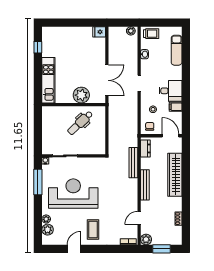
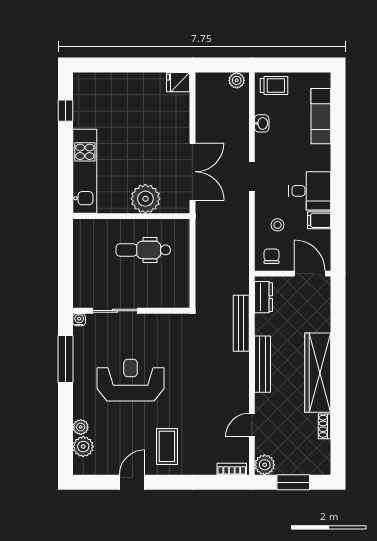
dental chair: (80, 123) -> (143, 250), turned 43
wardrobe: (175, 175) -> (318, 373), moved
reception desk: (73, 194) -> (131, 380), width x0.74, depth x0.77

